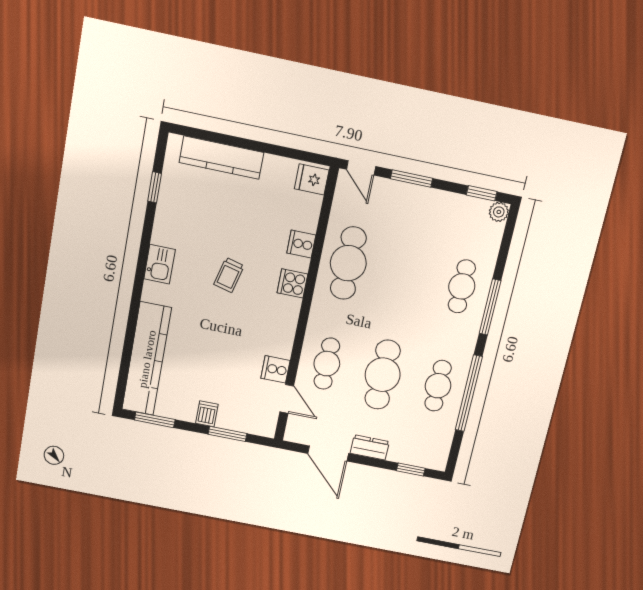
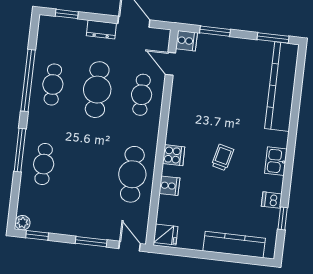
cooker: (275, 369) -> (187, 41), moved
dishwasher: (207, 414) -> (272, 200), moved, turned 90

